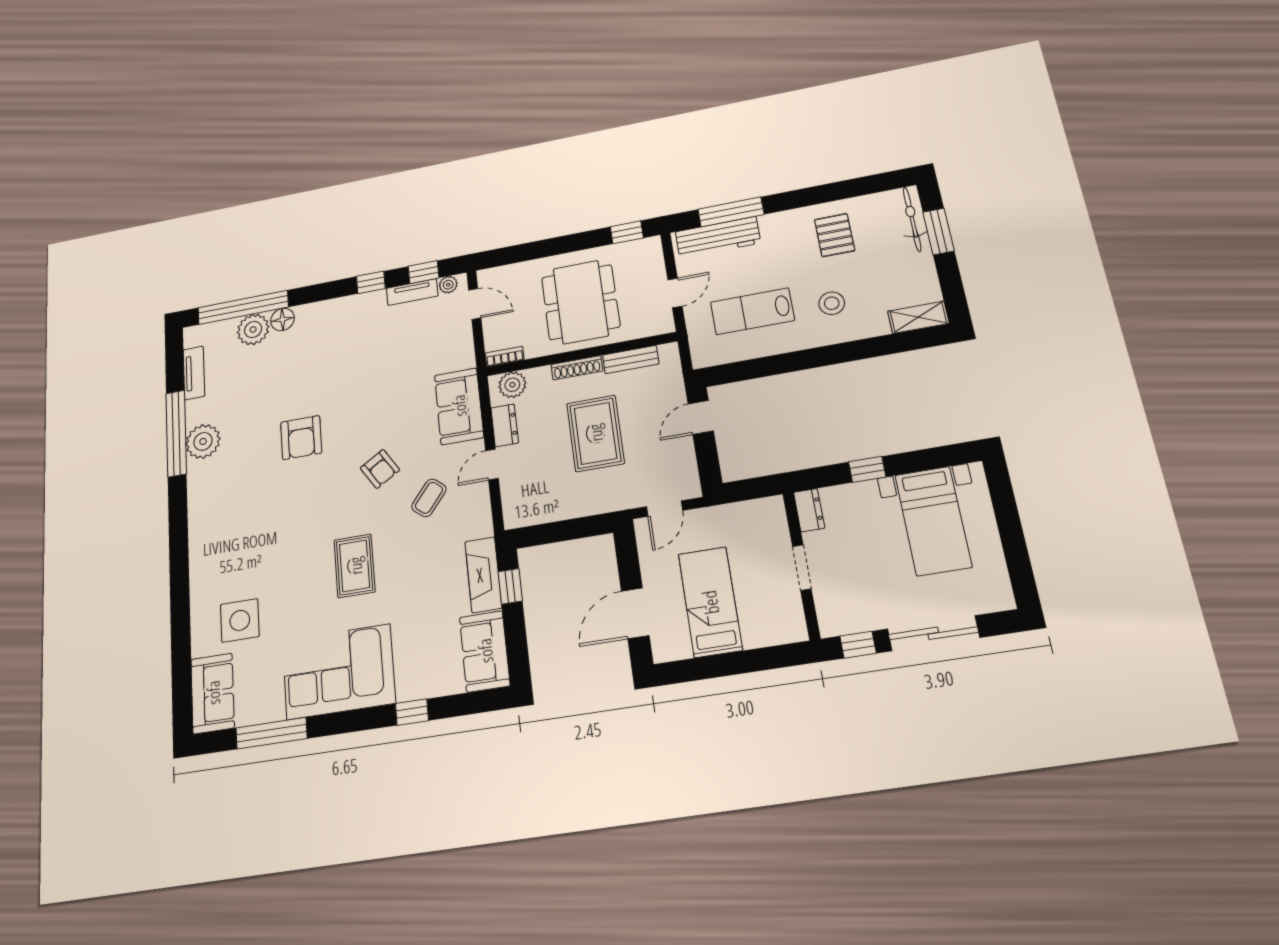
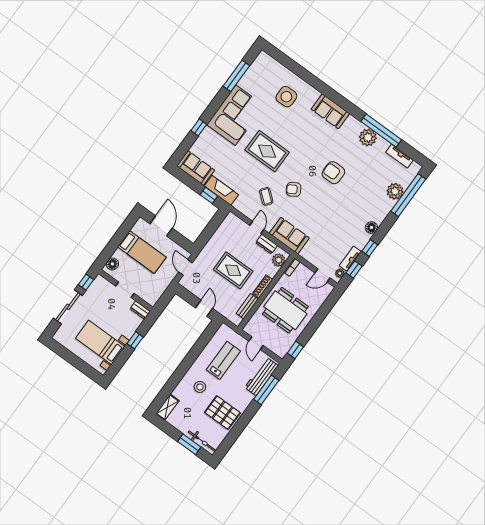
pallet: (835, 235) -> (222, 413), width x1.50, depth x1.42
floor lamp: (282, 320) -> (371, 227), moved
rug: (355, 566) -> (267, 151), width x1.36, depth x1.43
floor lamp: (780, 631) -> (112, 264), added
sofa: (213, 693) -> (330, 111), moved

